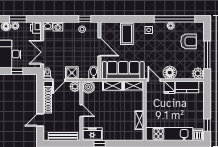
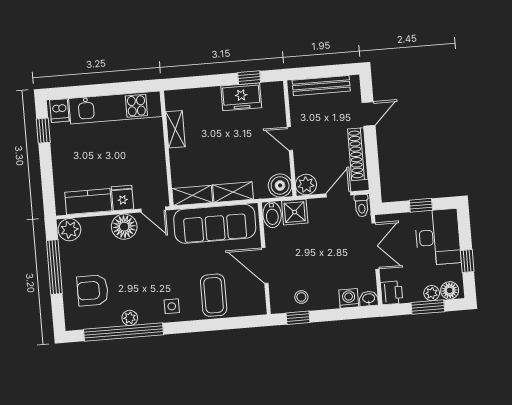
shower: (72, 73) -> (295, 212), moved
freezer: (92, 134) -> (241, 97), moved

